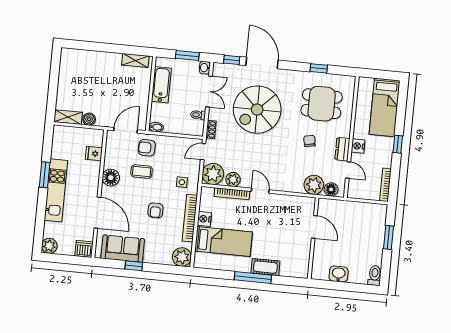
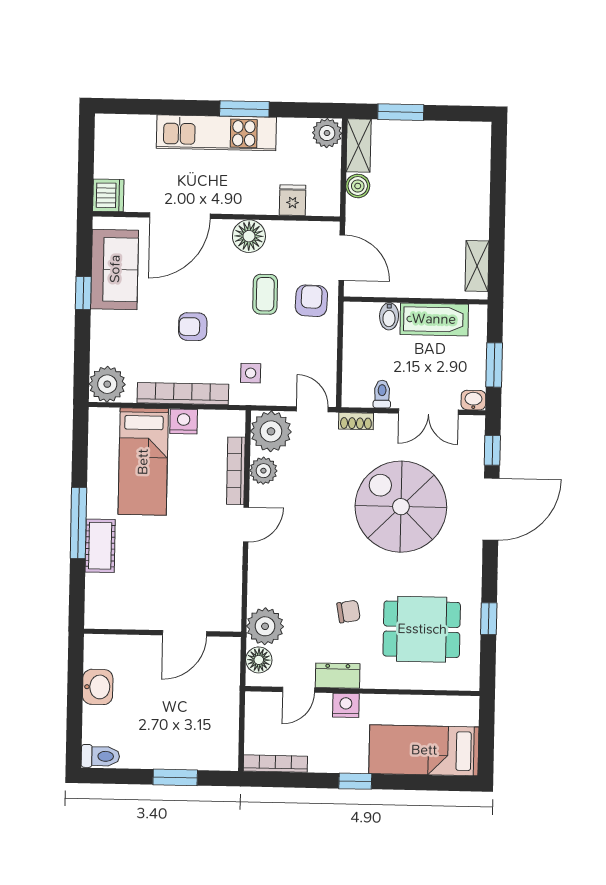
window: (52, 94) -> (401, 112), added
dining table: (322, 104) -> (422, 629), turned 90
bidet: (156, 127) -> (389, 316), moved
plant: (49, 246) -> (327, 133), moved

